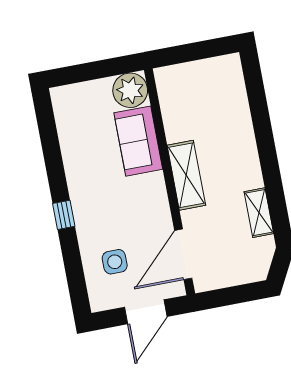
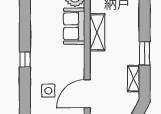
window: (270, 165) -> (145, 53), added
shelving: (186, 175) -> (97, 32), moved

